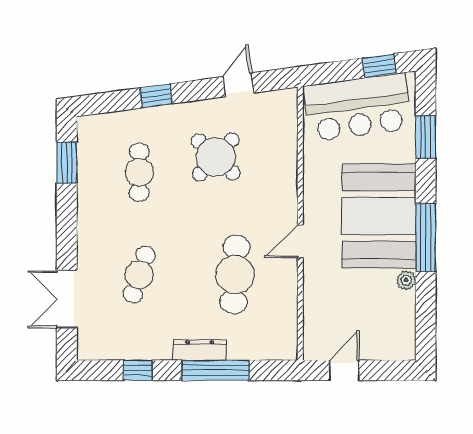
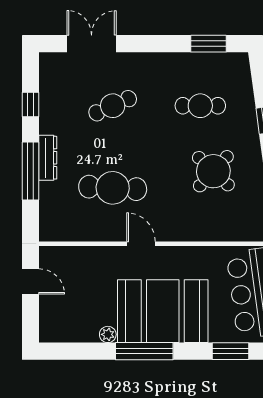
cafe table: (139, 275) -> (113, 106), turned -42

